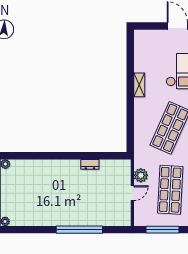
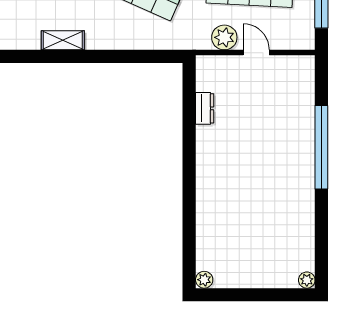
dresser: (90, 164) -> (205, 108), moved

